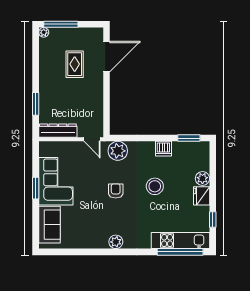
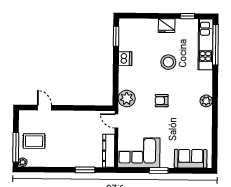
door: (106, 57) -> (44, 108), width x0.53
rug: (75, 64) -> (34, 141), moved
door: (92, 139) -> (116, 121), swing flipped
plant: (202, 179) -> (152, 25), removed
corner sofa: (56, 181) -> (139, 153), moved
stool: (155, 186) -> (168, 62), moved

